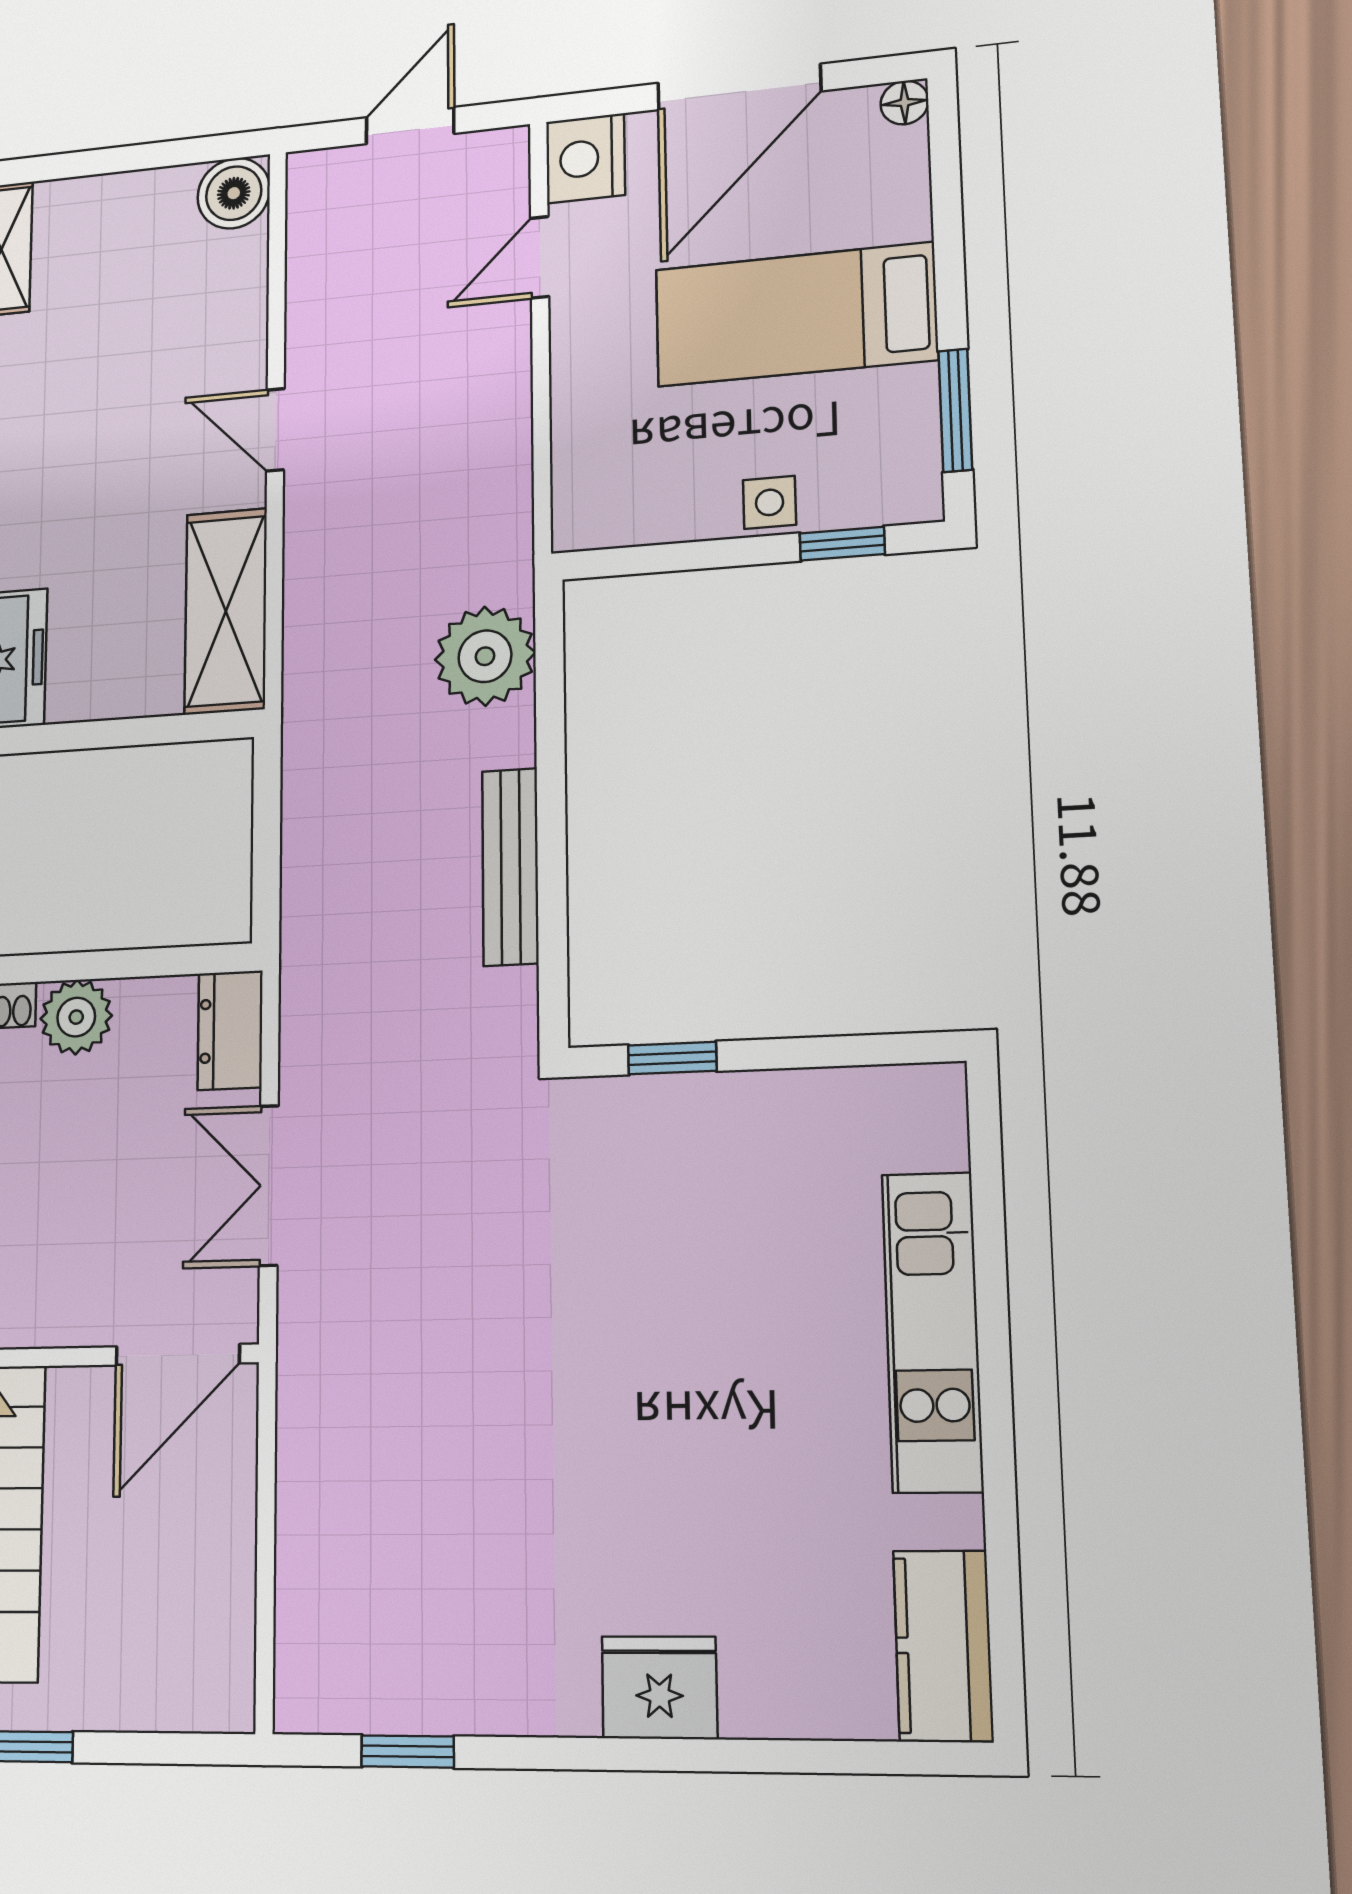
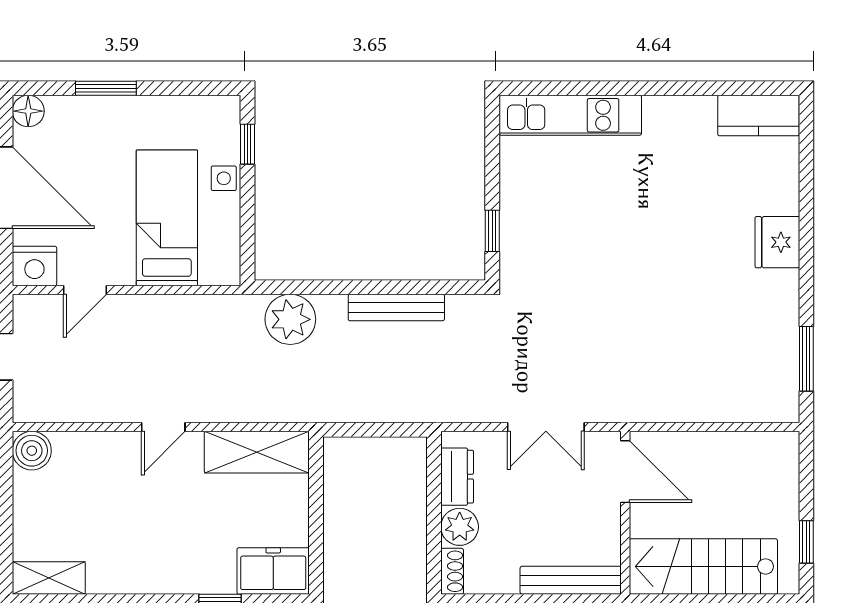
floor lamp: (905, 103) -> (28, 111), width x1.37, depth x1.37
door: (540, 257) -> (85, 290), hinge flipped
bed: (795, 315) -> (167, 218), moved, turned 180
window: (955, 410) -> (106, 88), moved
dresser: (230, 1030) -> (457, 477), moved, turned -90
kitchen unit: (932, 1332) -> (570, 115), moved
window: (408, 1751) -> (806, 359), width x1.50

